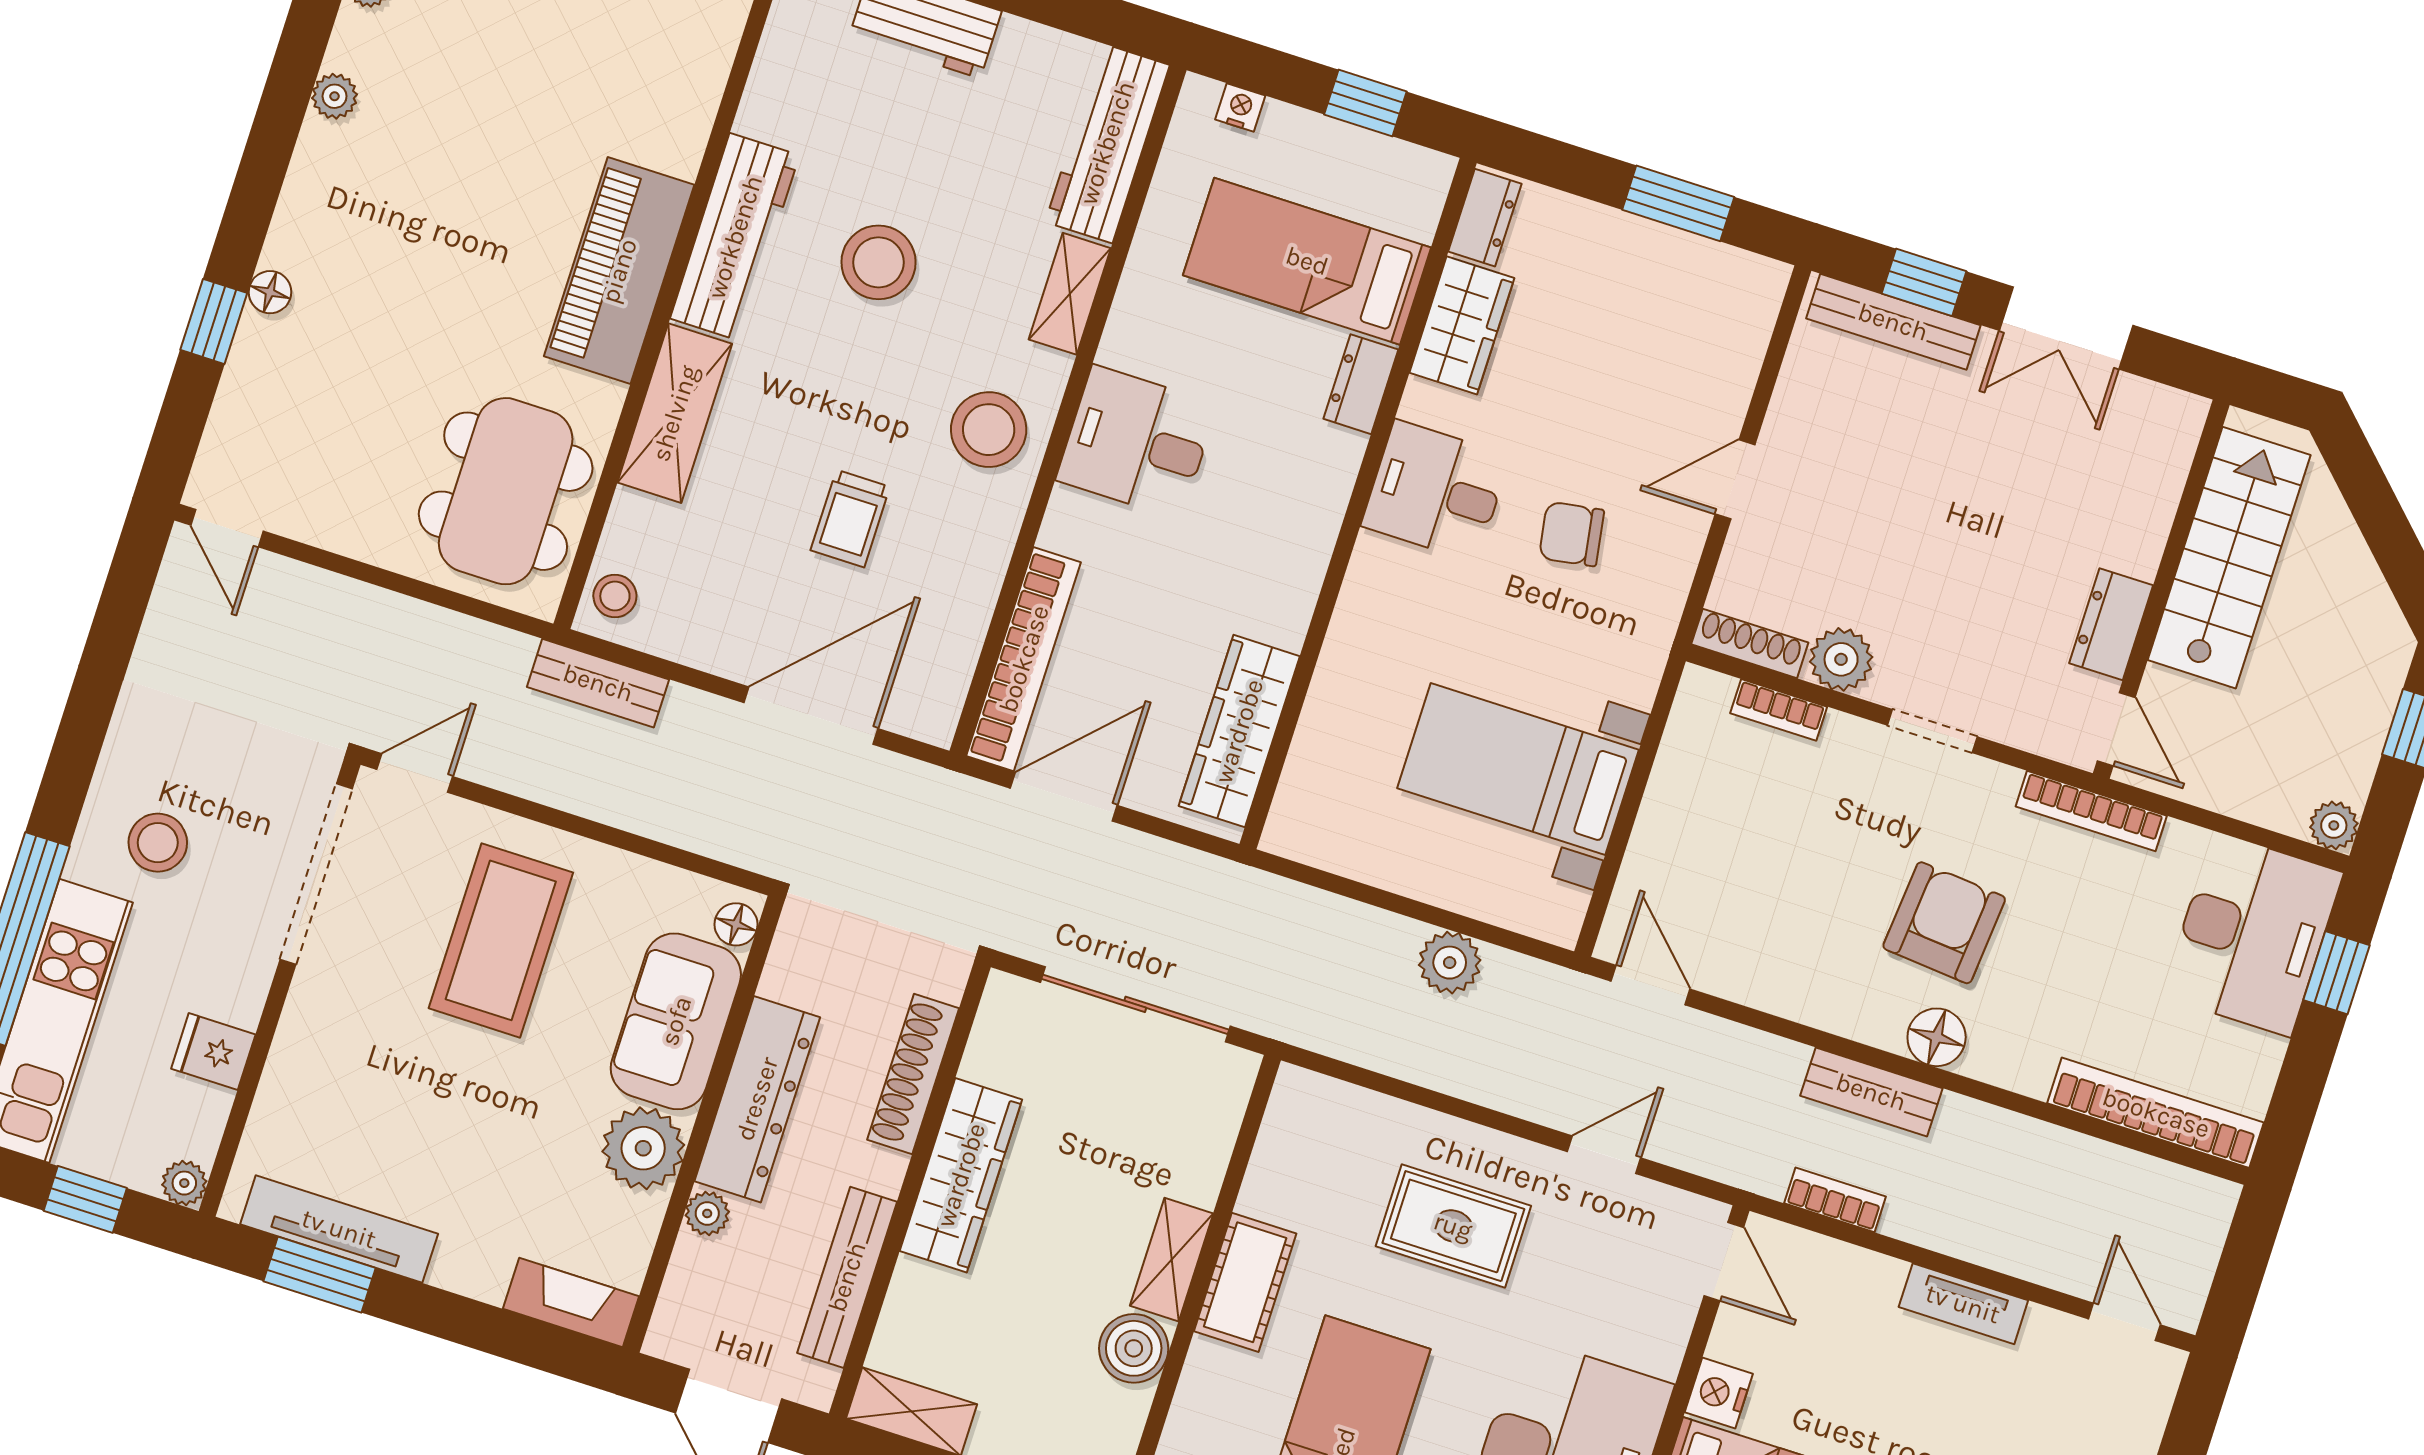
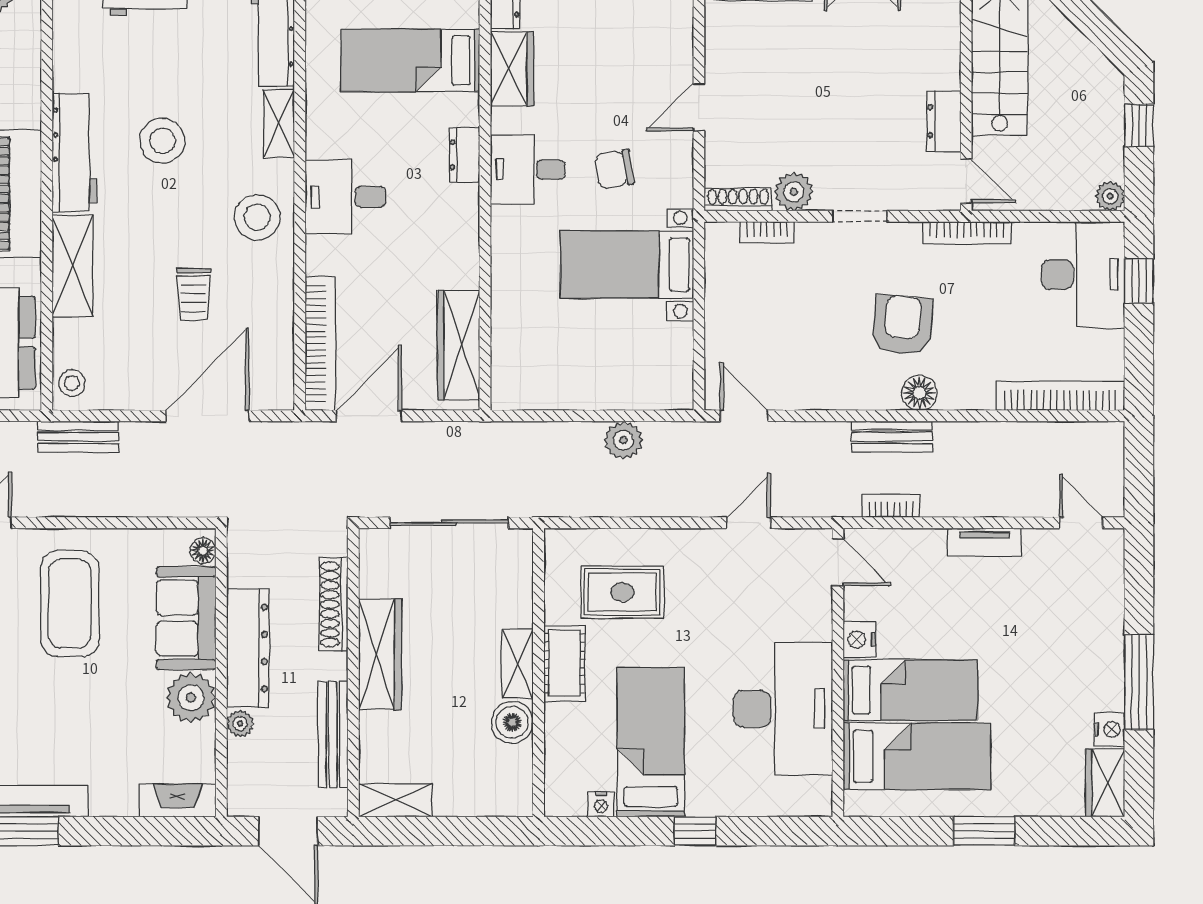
dresser: (1361, 384) -> (464, 155), moved
bed with nightstands: (1518, 769) -> (627, 265), moved
rug: (1453, 1226) -> (622, 592), moved

